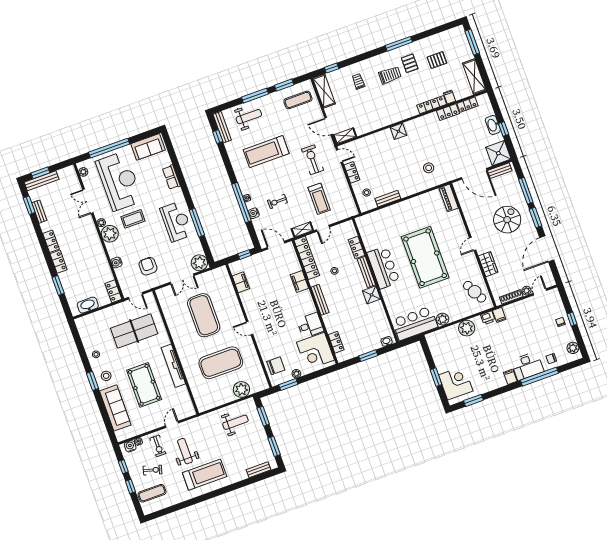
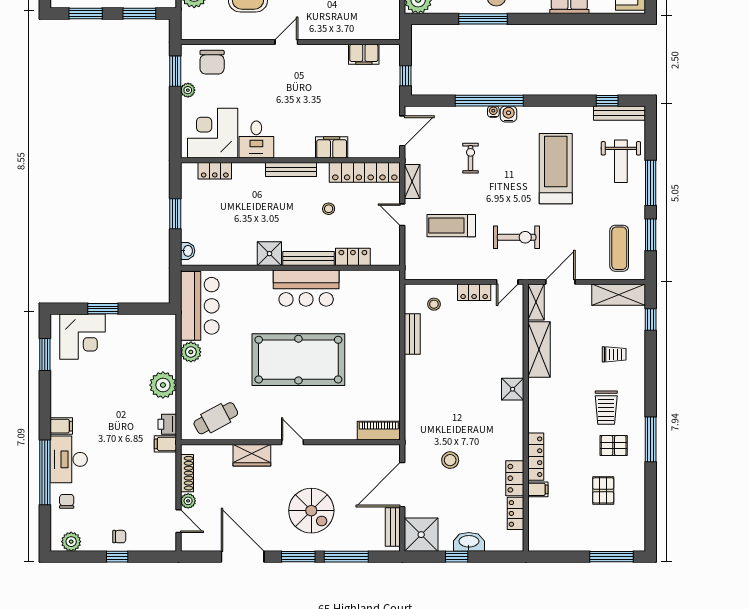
shelving: (474, 77) -> (539, 349), moved, turned 90
stool: (429, 168) -> (450, 460), moved
water cooler: (254, 213) -> (509, 114), moved

